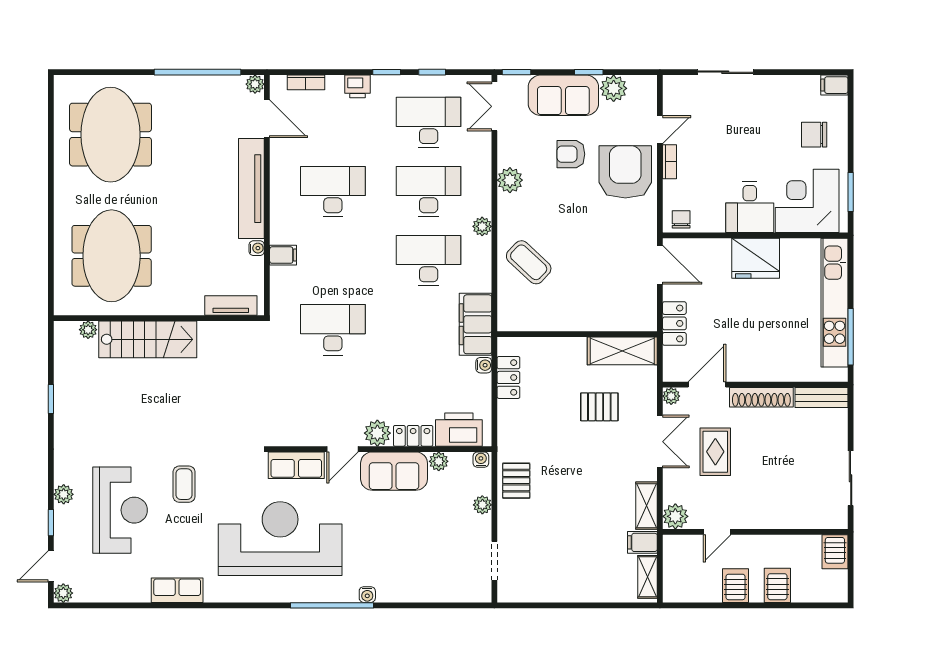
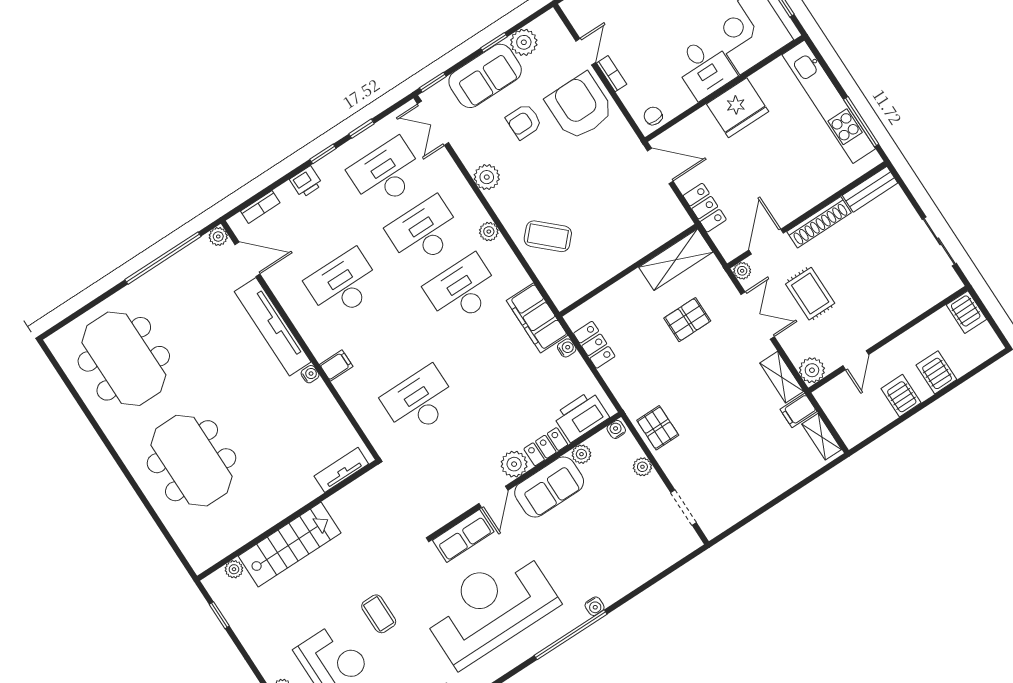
tv unit: (231, 305) -> (341, 470), moved
wall: (159, 318) -> (288, 520), moved
plant: (88, 330) -> (234, 569), moved
stairs: (148, 339) -> (290, 544), moved

